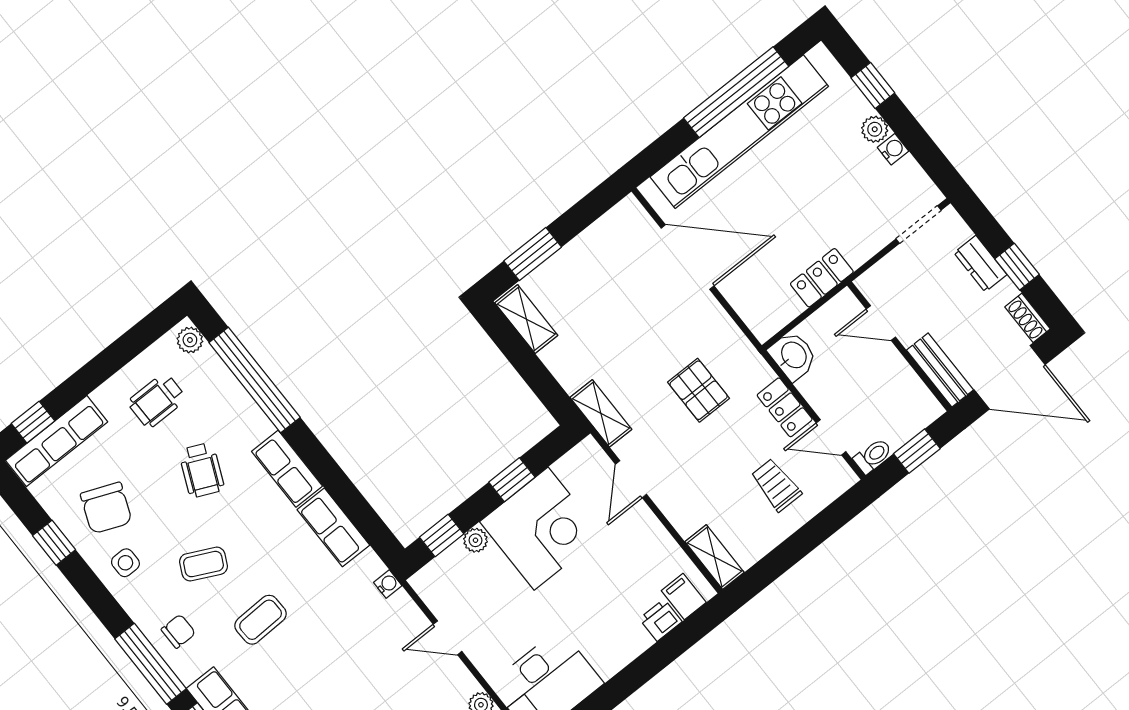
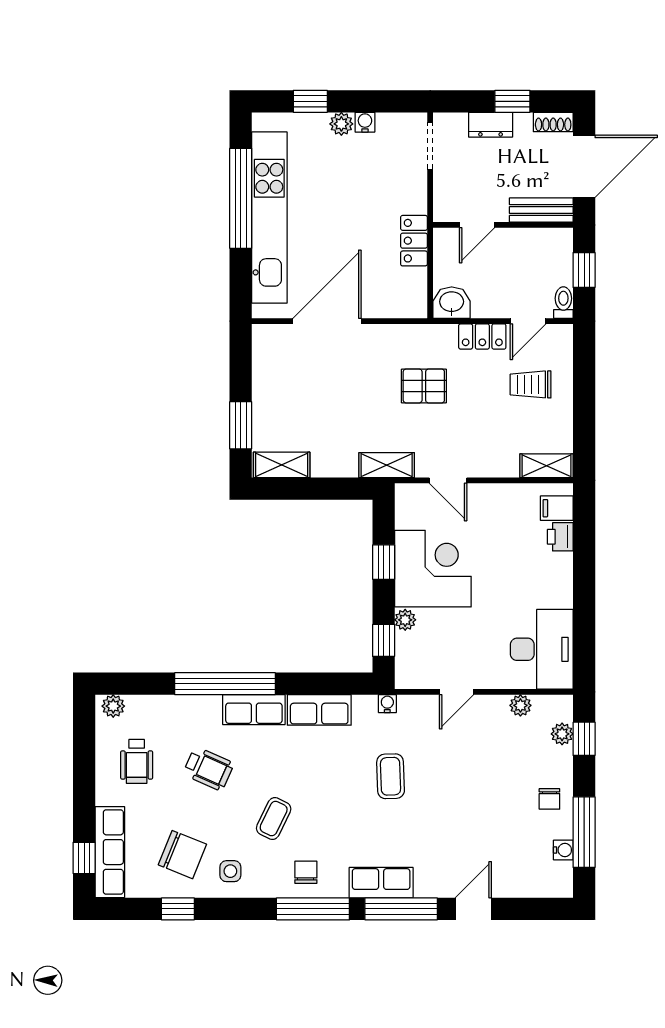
window: (255, 380) -> (225, 684), moved
coffee table: (261, 620) -> (391, 776), moved

